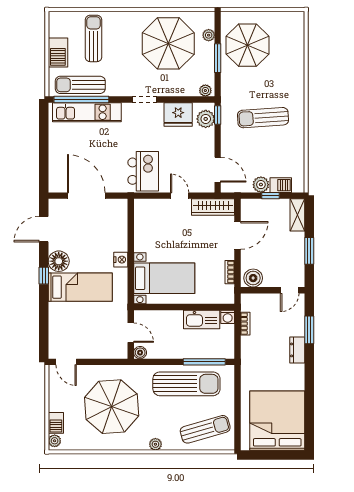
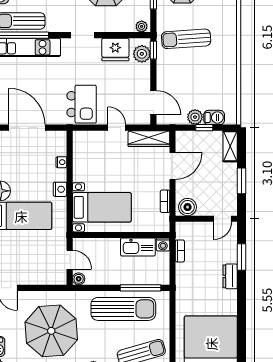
sun lounger: (263, 118) -> (186, 39), moved
nightstand: (122, 231) -> (61, 162), added

